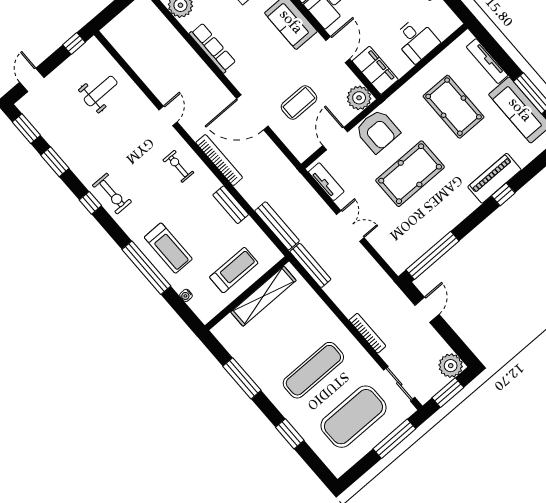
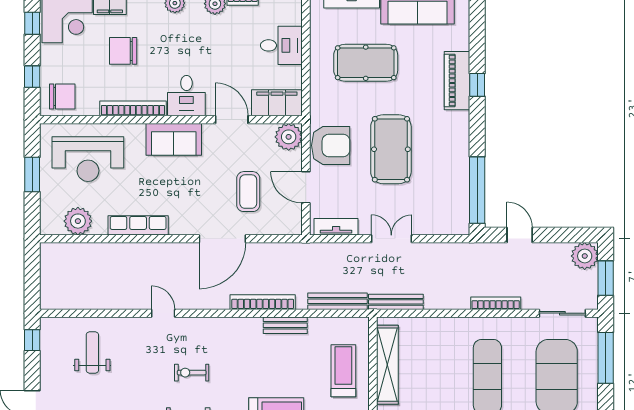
bookcase: (219, 160) -> (263, 302), moved
exercise bike: (178, 166) -> (192, 373), moved

